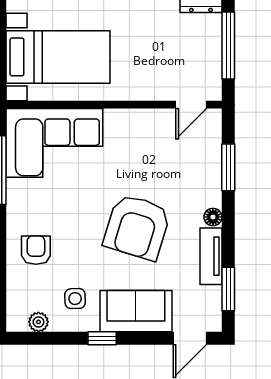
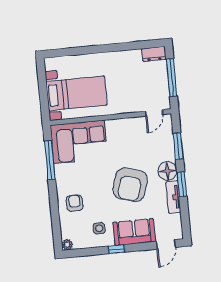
floor lamp: (213, 217) -> (167, 171), width x1.89, depth x1.89
window: (228, 289) -> (182, 184), moved
plant: (38, 322) -> (67, 245), moved

